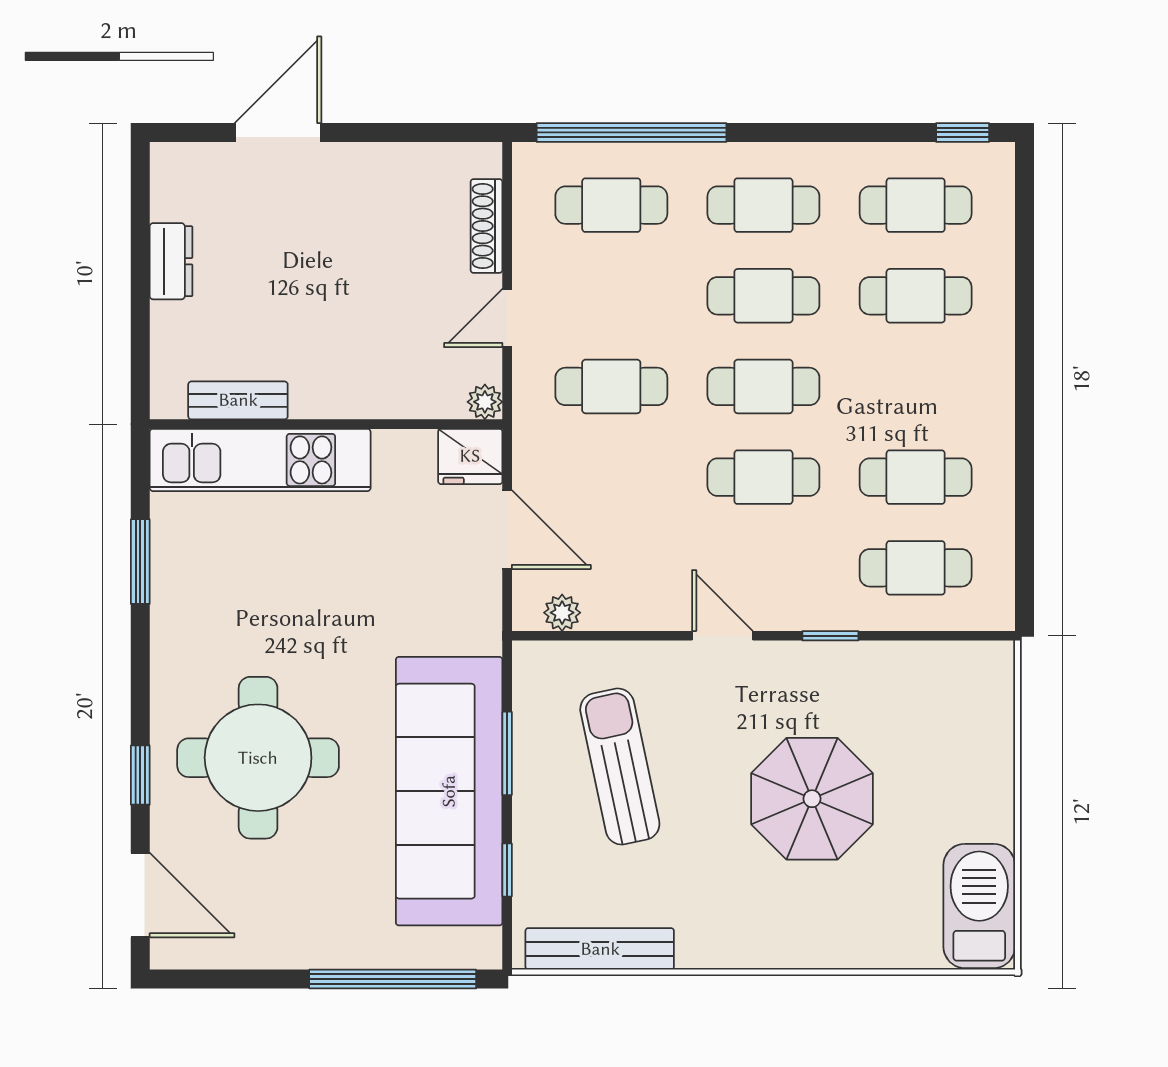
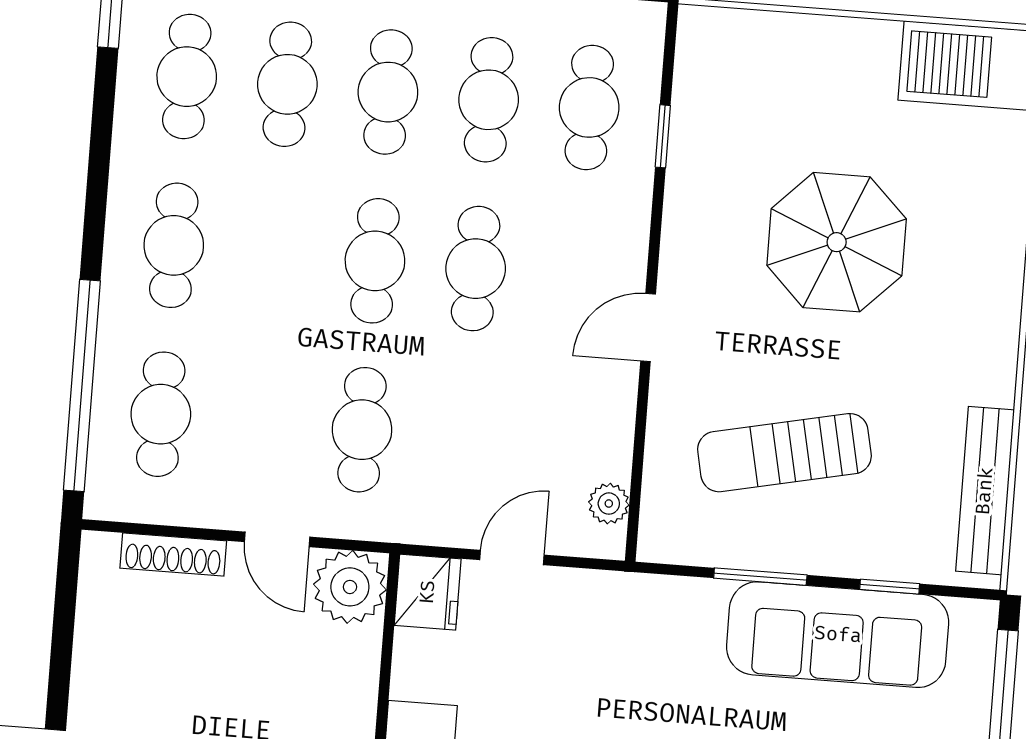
cafe table: (763, 296) -> (388, 92), moved
plant: (485, 402) -> (350, 587), width x1.88, depth x1.88
door: (507, 530) -> (512, 557), width x0.73
window: (830, 636) -> (663, 136), moved
sofa: (449, 791) -> (838, 635), width x0.74, depth x0.79

